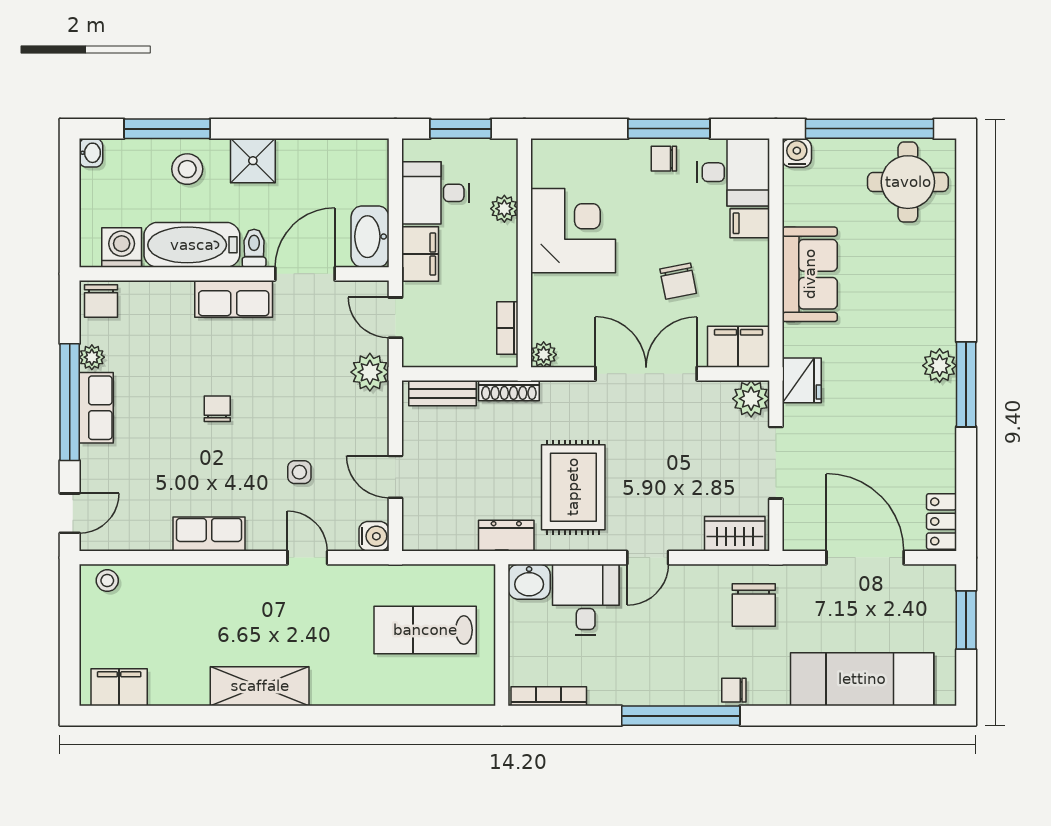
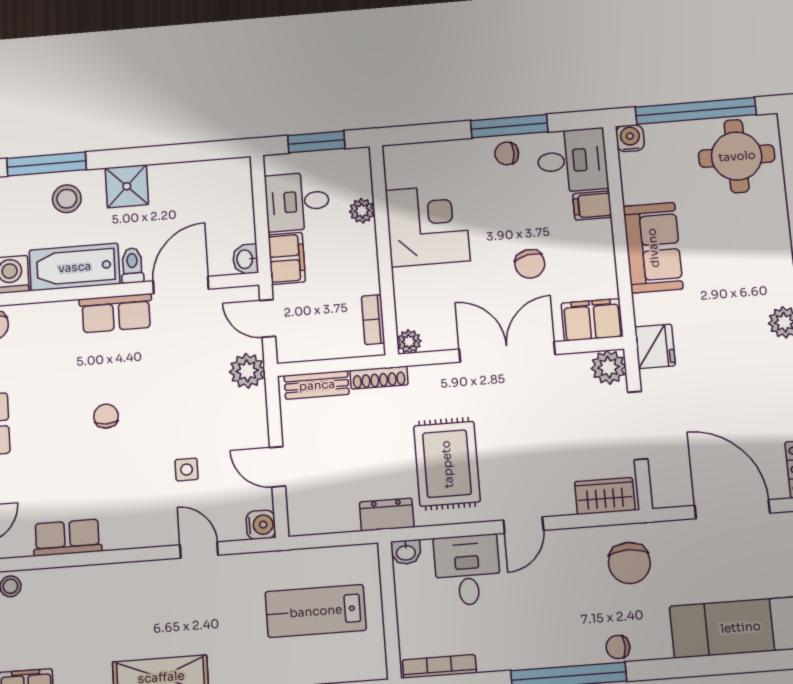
washbasin: (370, 237) -> (245, 259), width x0.52, depth x0.69
row of seats: (209, 534) -> (67, 538), moved
washbasin: (529, 582) -> (406, 552), width x0.72, depth x0.69

